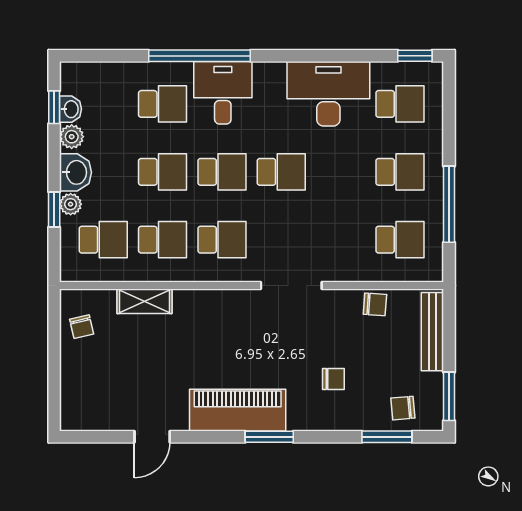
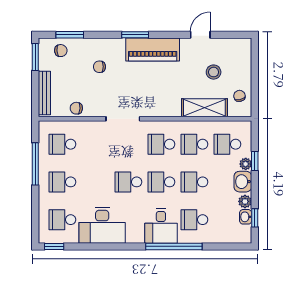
shelving: (144, 301) -> (204, 108), width x1.50, depth x1.33
stool: (128, 369) -> (214, 72), added

